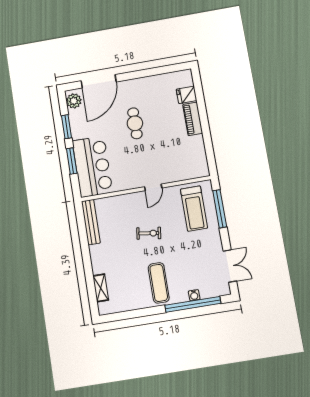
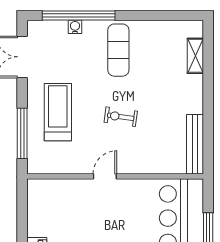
treadmill: (194, 209) -> (58, 112), moved

